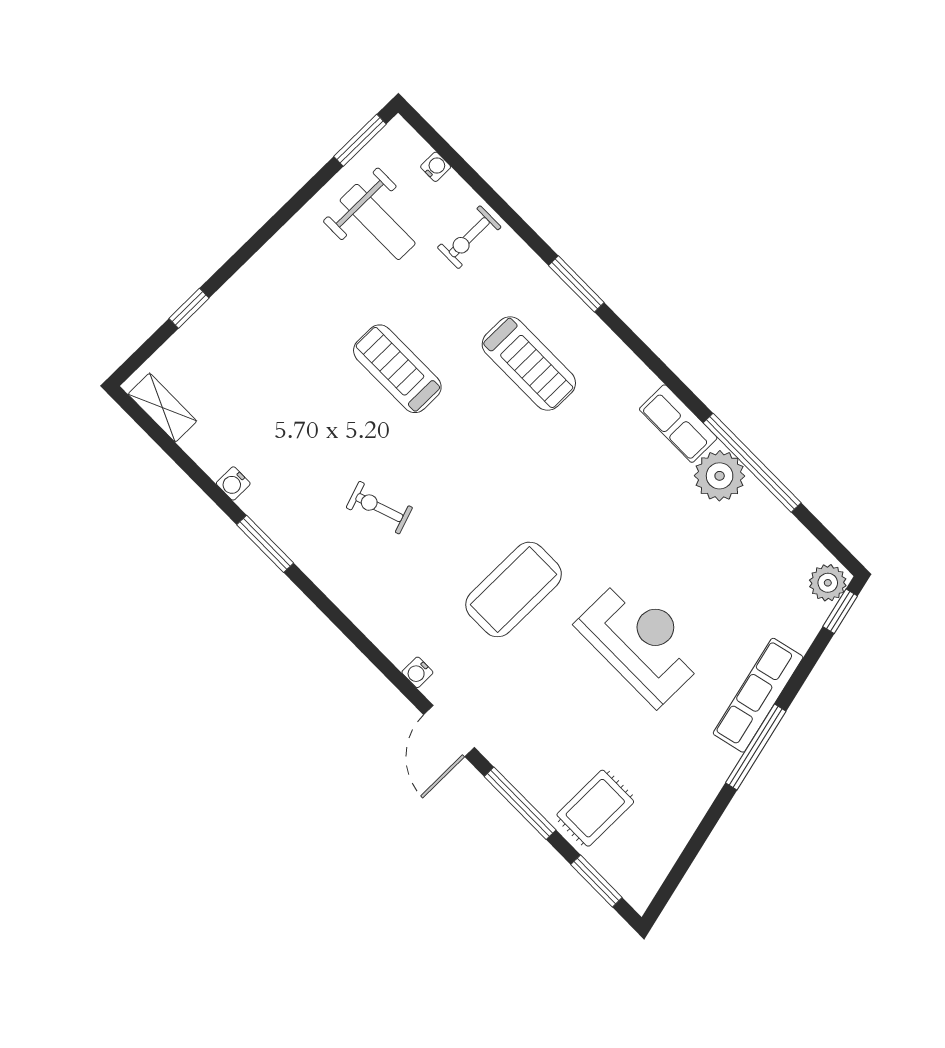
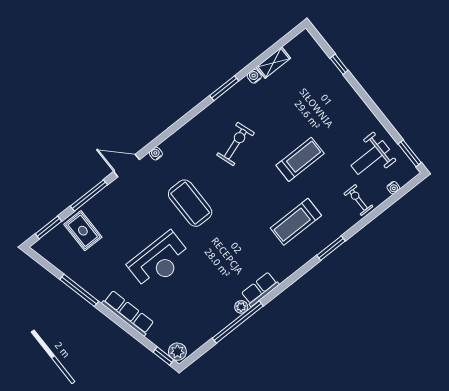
shelving: (162, 408) -> (273, 63), moved
plant: (720, 476) -> (241, 307), width x0.53, depth x0.53
exercise bike: (379, 508) -> (235, 144), width x1.38, depth x1.39
window: (756, 747) -> (79, 290), moved

